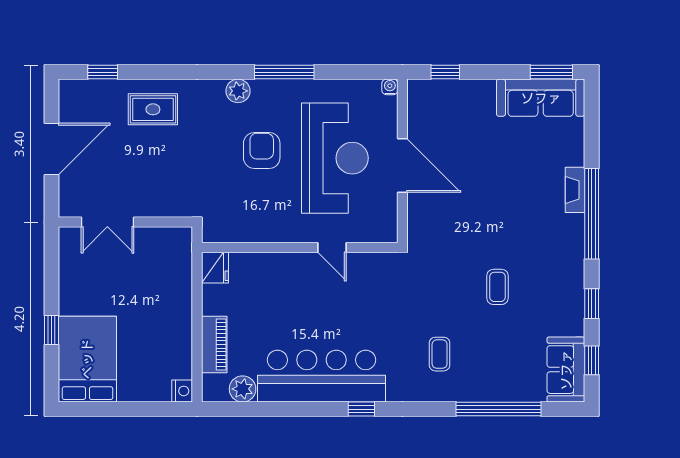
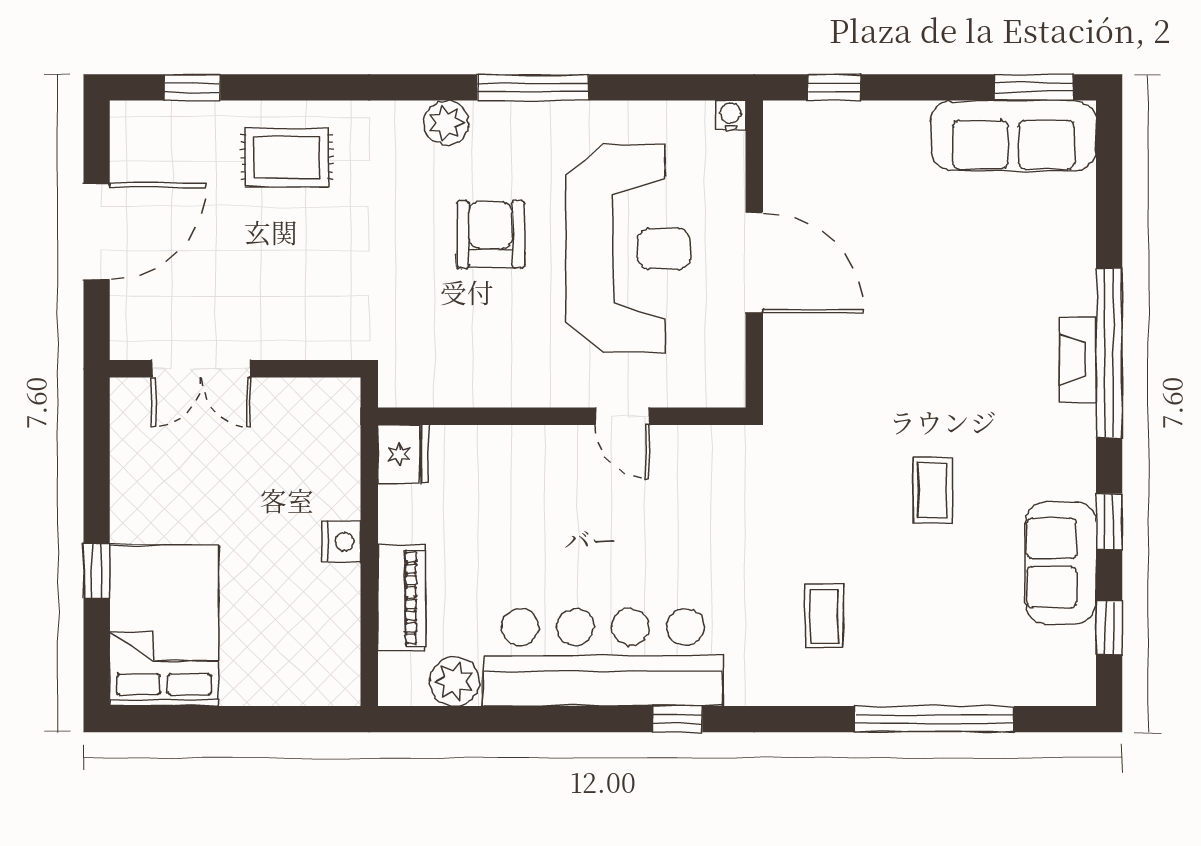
fireplace: (575, 190) -> (1078, 360), moved
sofa: (566, 370) -> (1061, 563), moved
nightstand: (182, 391) -> (341, 542), moved

